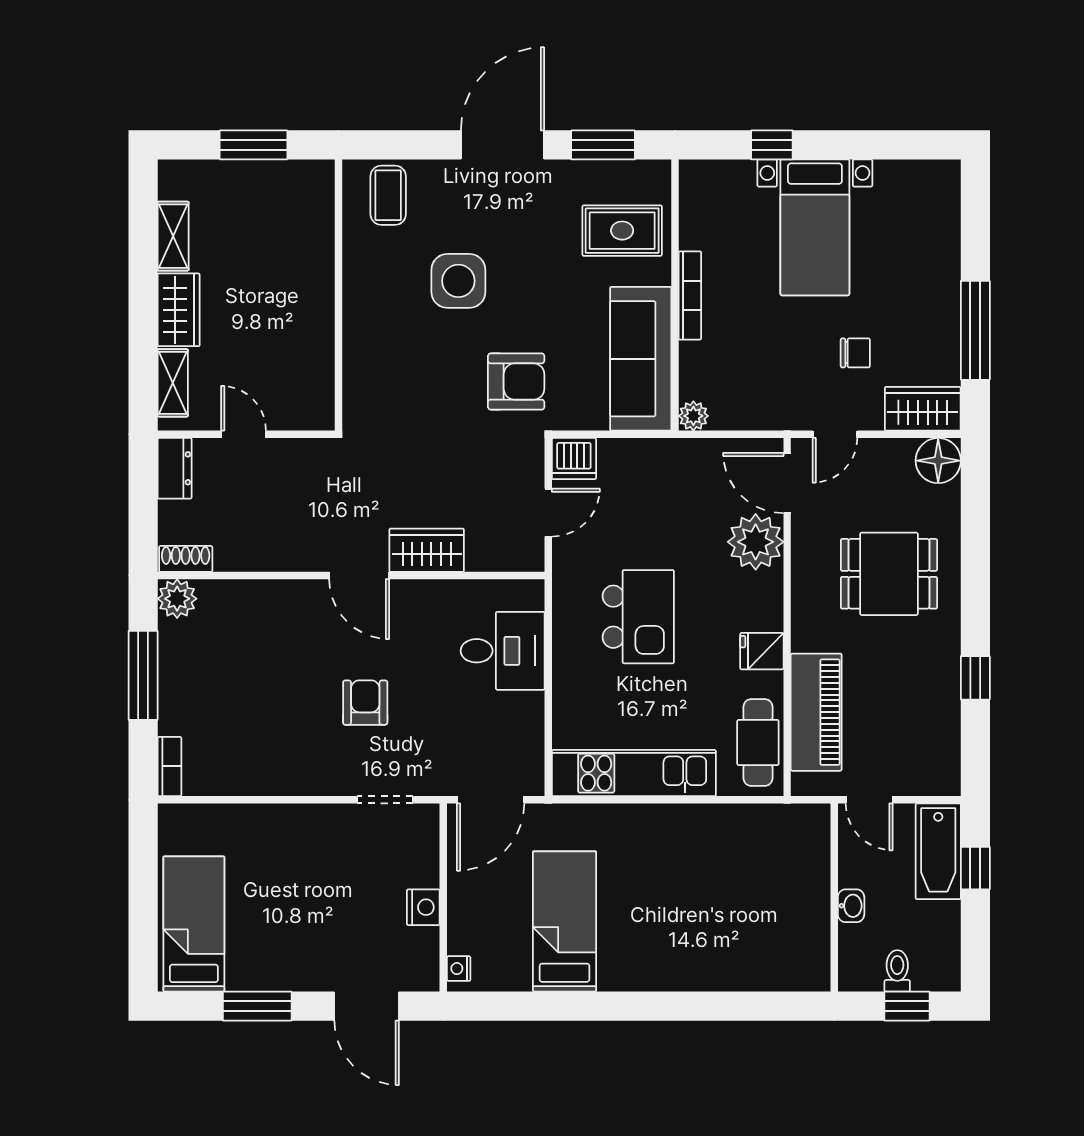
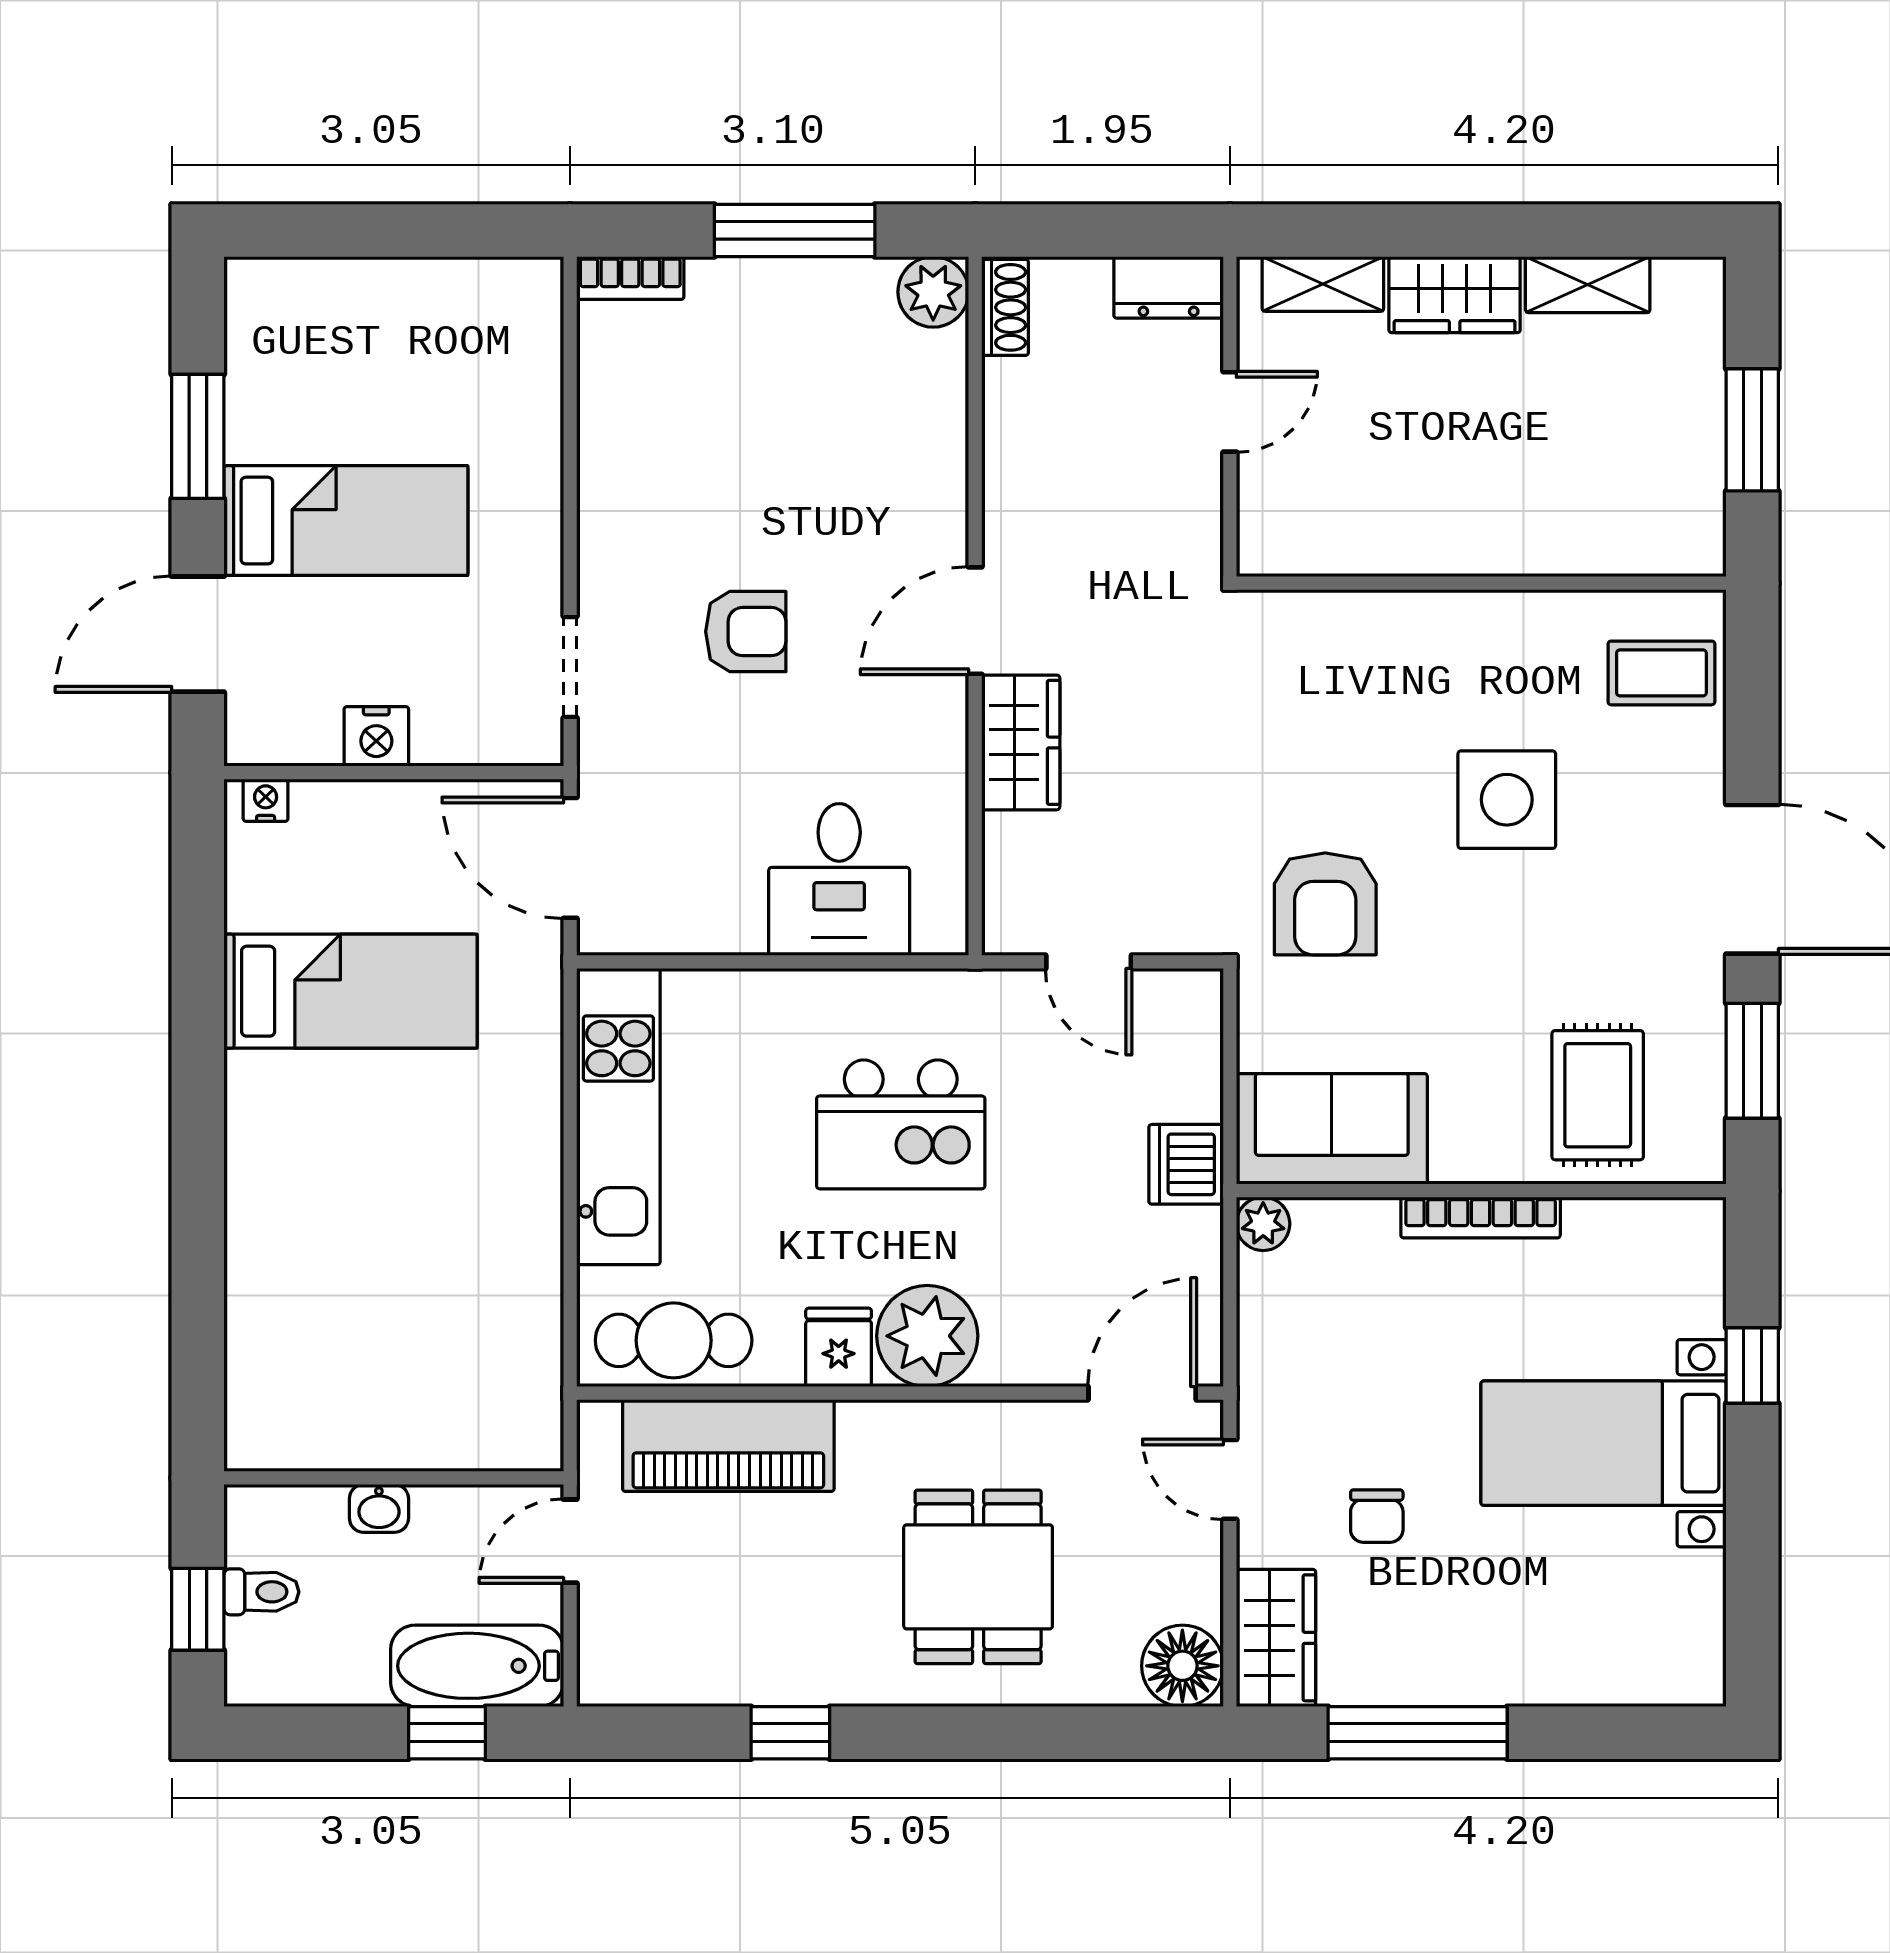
sofa: (641, 359) -> (1332, 1129), width x0.73
dishwasher: (574, 459) -> (1186, 1164), moved
plant: (756, 542) -> (927, 1336), moved
bed: (194, 924) -> (346, 521), moved

